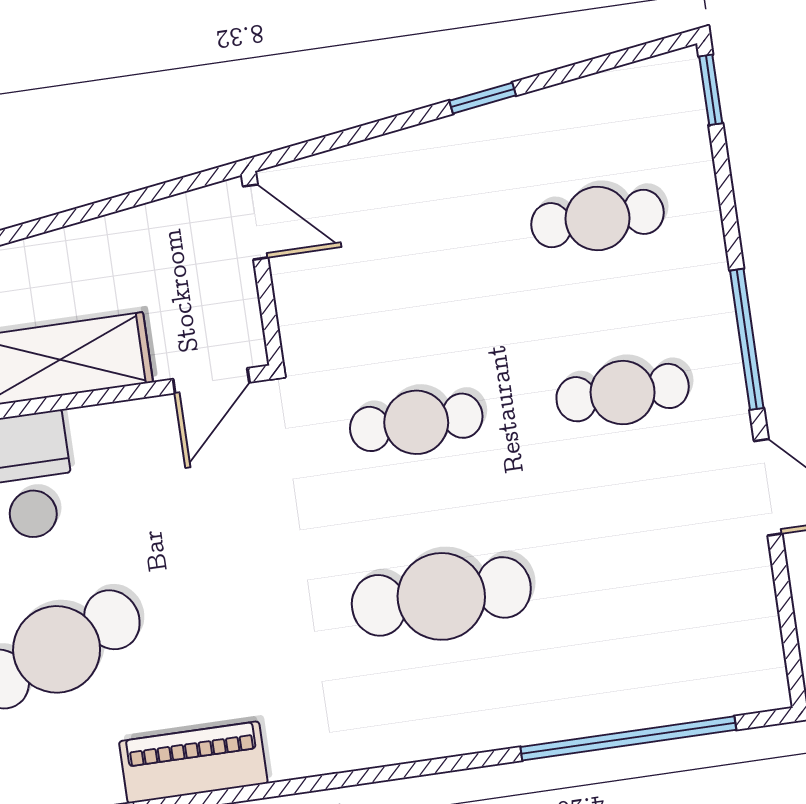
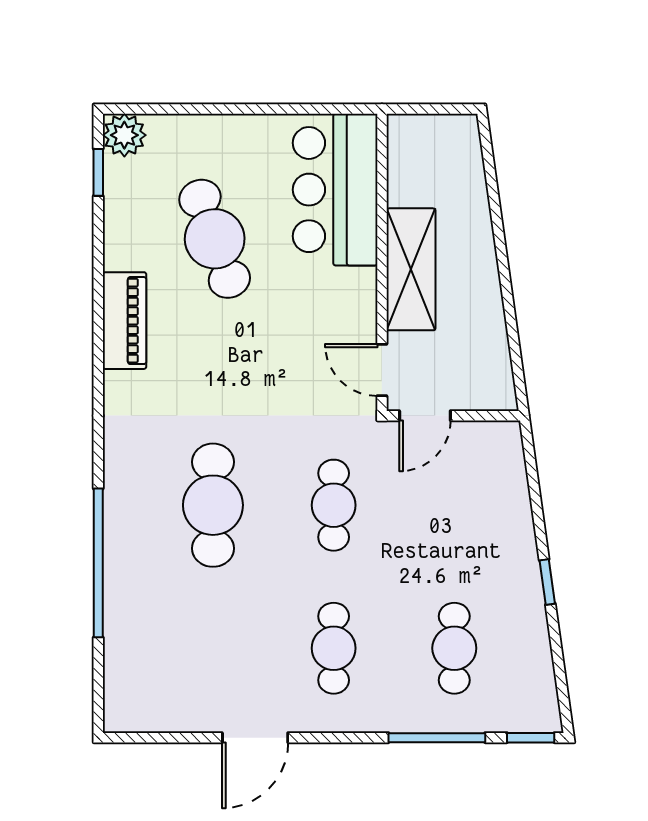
door: (256, 222) -> (425, 416), moved
window: (747, 339) -> (437, 738), moved
window: (628, 738) -> (98, 563), moved

